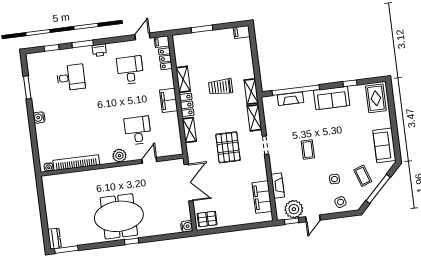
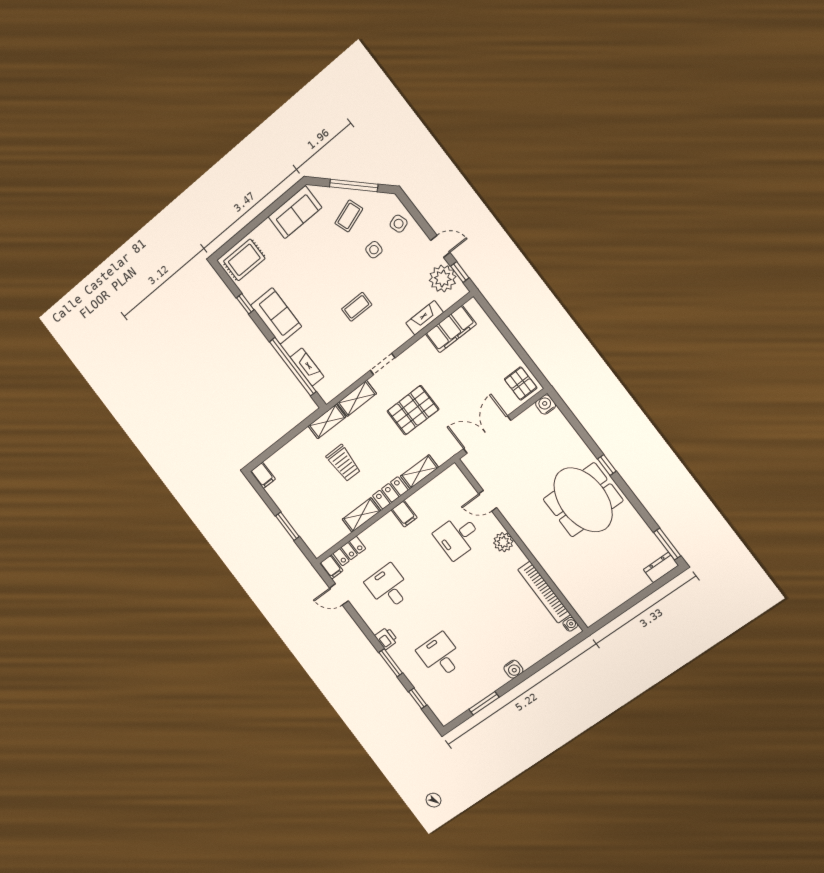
desk: (130, 70) -> (388, 587), turned 90
filing cabinet: (169, 100) -> (404, 514), width x0.50

